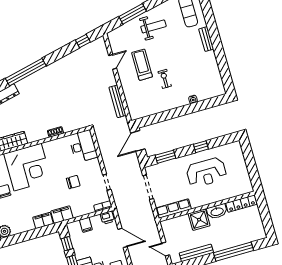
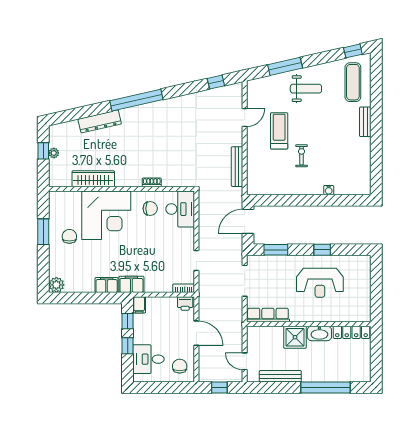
chair: (73, 182) -> (150, 208), moved
filing cabinet: (86, 225) -> (139, 305), moved

